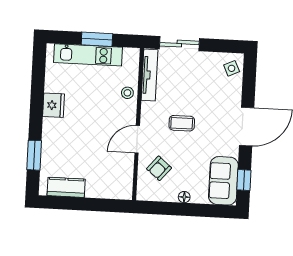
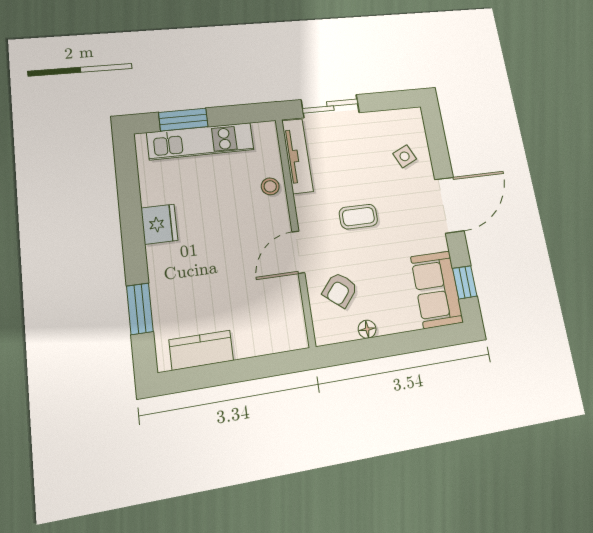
window: (97, 39) -> (183, 120), moved
side table: (232, 68) -> (405, 156), moved
floor lamp: (184, 197) -> (367, 329), moved

